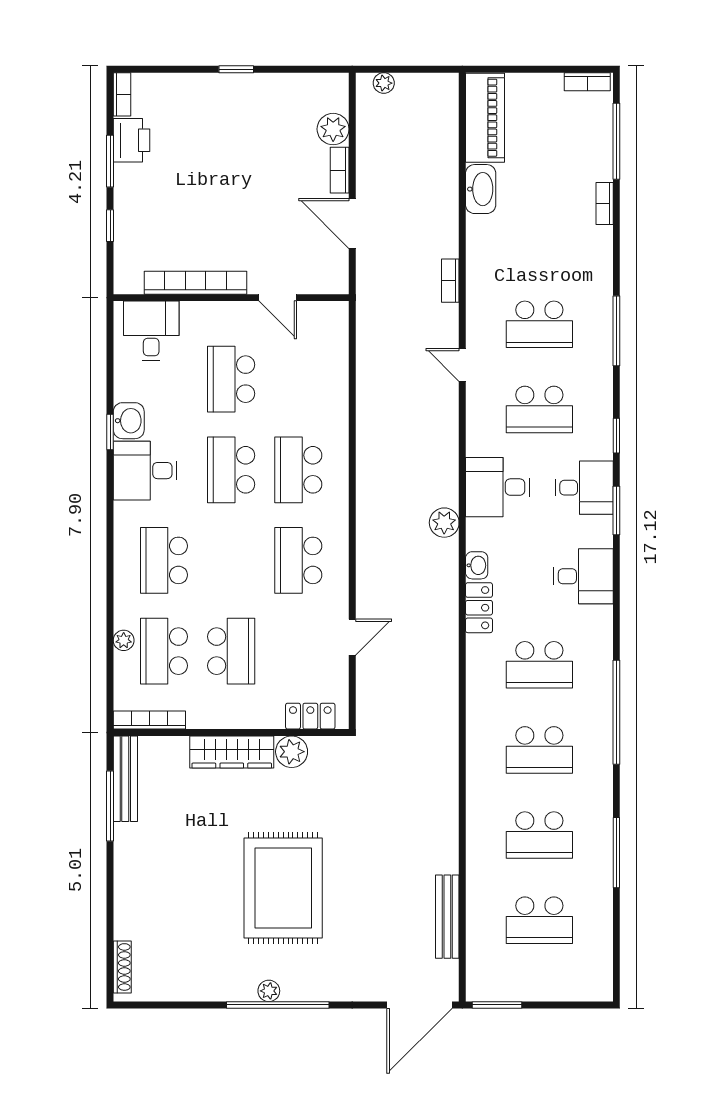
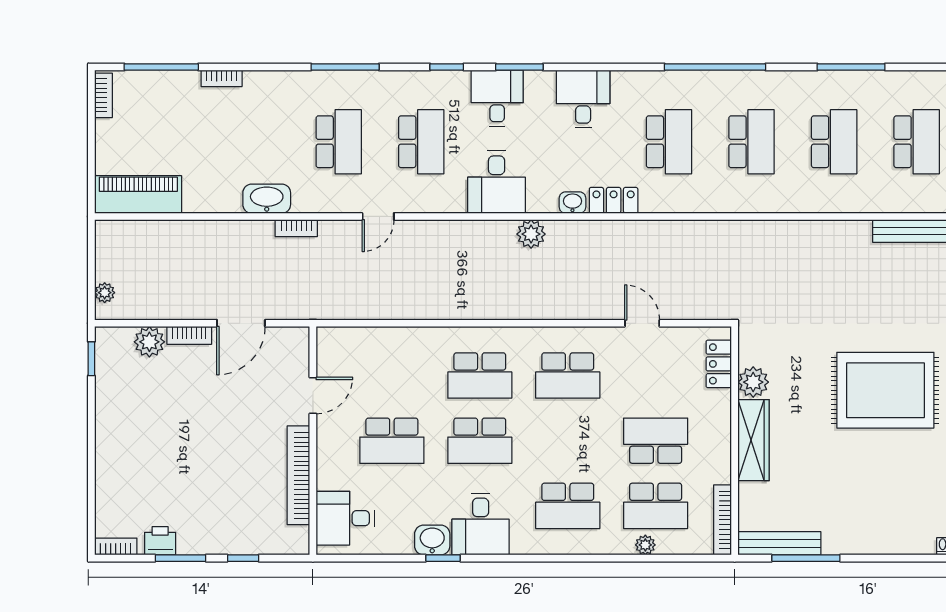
window: (236, 69) -> (91, 359), moved
printer: (131, 140) -> (160, 541), width x0.73, depth x0.81
washbasin: (481, 189) -> (267, 199), moved

